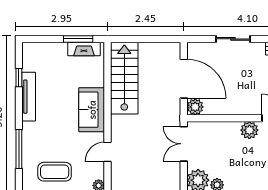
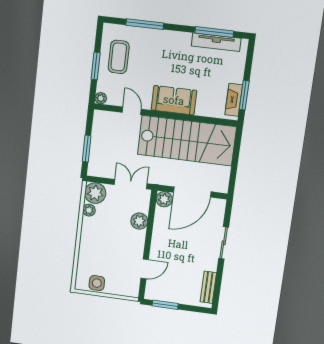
window: (19, 78) -> (214, 32), width x2.17
stairs: (124, 78) -> (187, 141), width x1.36, depth x1.51
tv unit: (29, 97) -> (216, 42), moved
plant: (249, 130) -> (139, 221), moved

